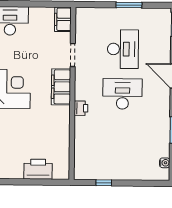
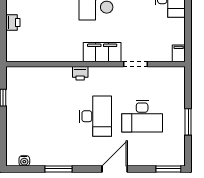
filing cabinet: (63, 19) -> (179, 53), width x0.50
printer: (38, 169) -> (13, 22), width x0.53, depth x0.68

